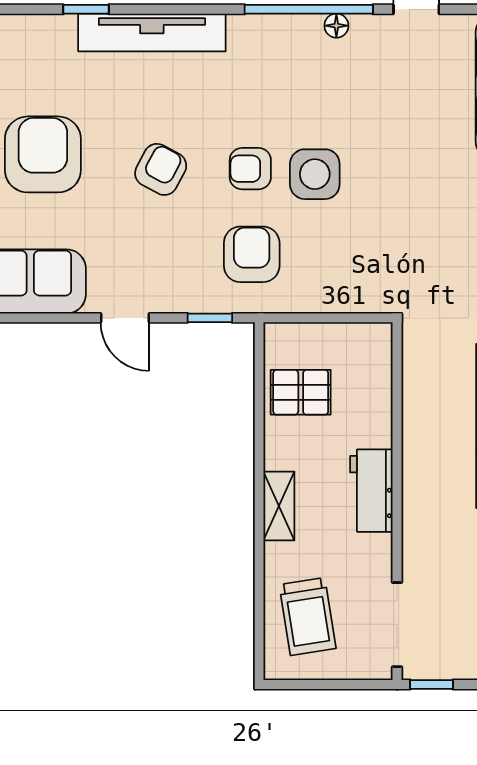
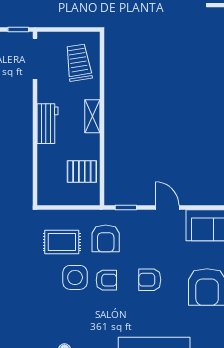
armchair: (161, 169) -> (150, 280), turned 62
rug: (342, 247) -> (62, 242), added

